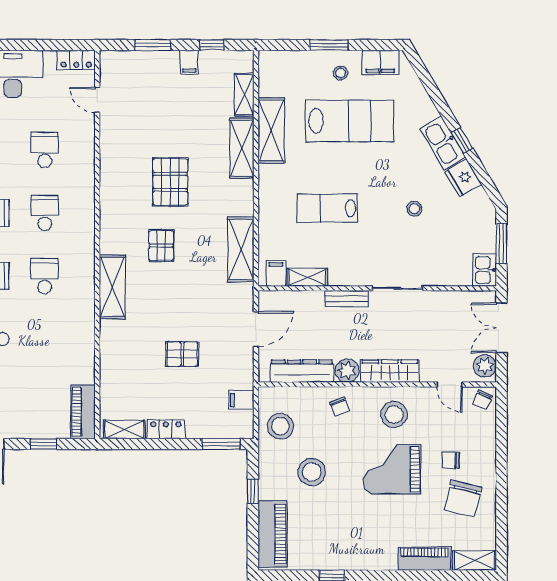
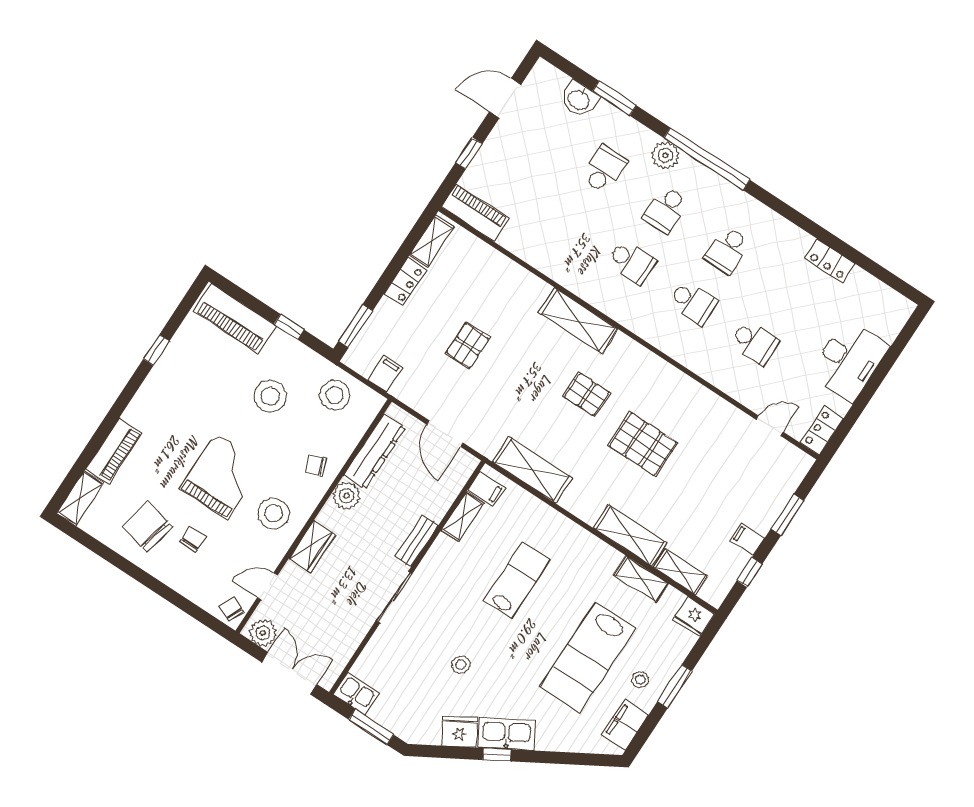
fridge: (270, 64) -> (694, 617), added
shelving: (271, 130) -> (641, 579), width x0.67, depth x0.75
wardrobe: (390, 371) -> (312, 546), width x0.67

